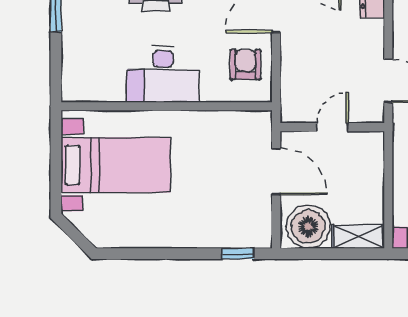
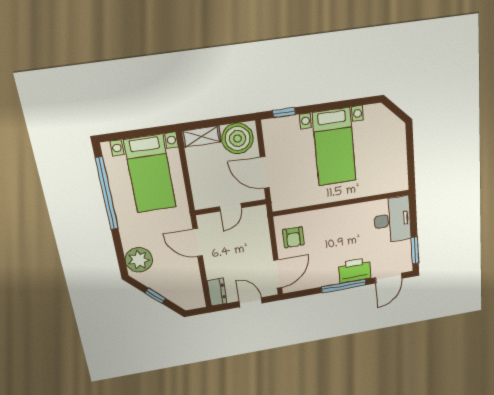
desk: (163, 74) -> (392, 220), moved, turned 90
bed with nightstands: (116, 165) -> (334, 147), moved, turned -90

